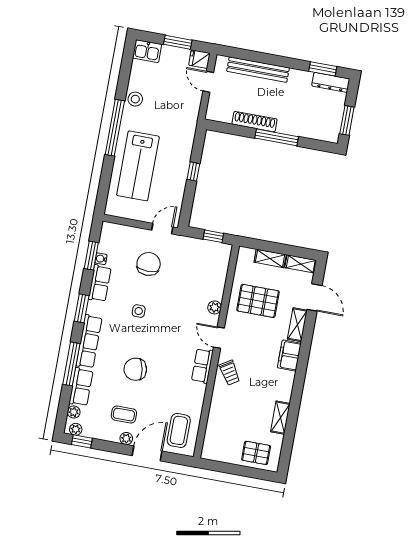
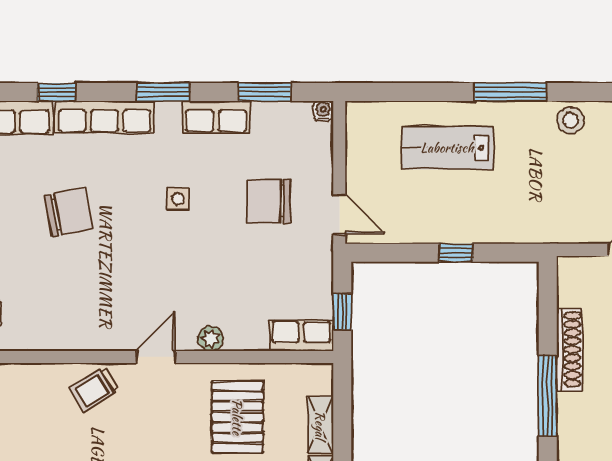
window: (115, 128) -> (510, 92), width x0.68
lab bench: (138, 166) -> (447, 148), width x0.73, depth x0.72
water cooler: (101, 259) -> (323, 111), moved
chair: (149, 264) -> (269, 201), turned 180
window: (71, 364) -> (57, 92), width x0.46
row of seats: (202, 366) -> (301, 336), moved
chair: (135, 369) -> (69, 212), turned 89

